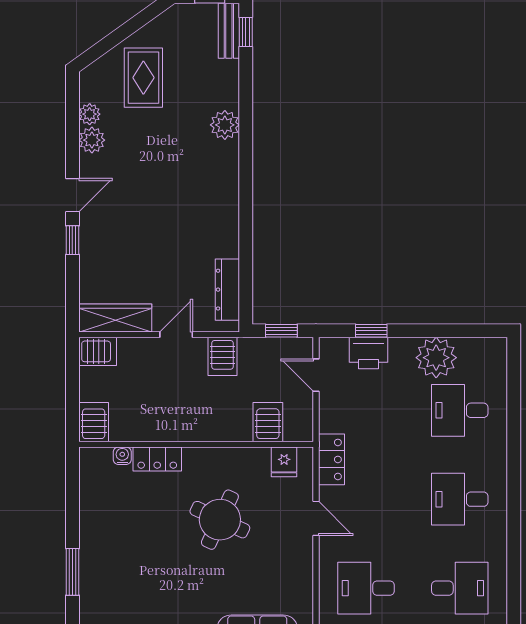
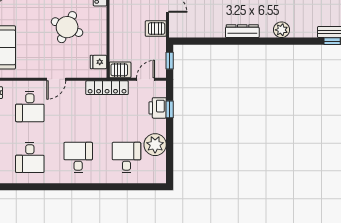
dresser: (227, 290) -> (242, 31), moved
server rack: (268, 422) -> (120, 70), moved
locker: (331, 459) -> (107, 88), width x1.53
door: (316, 518) -> (56, 79), moved
desk: (366, 588) -> (30, 107), turned 180

